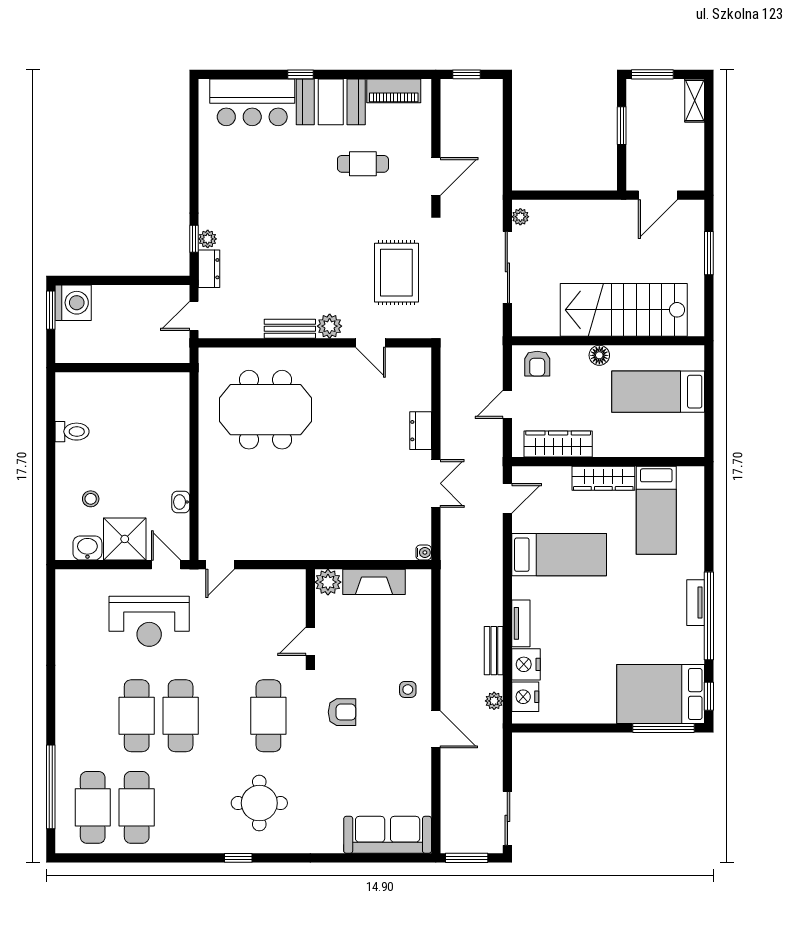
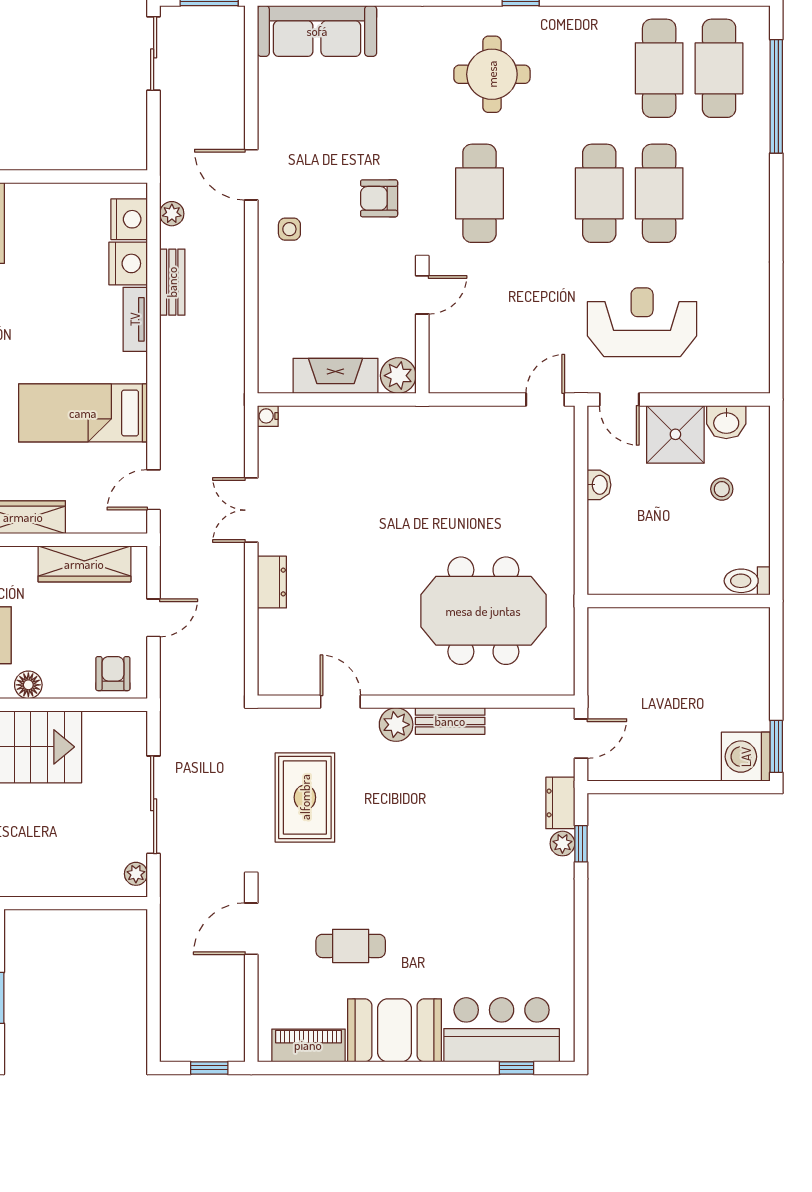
window: (301, 74) -> (516, 1068), moved
wall: (122, 368) -> (679, 601), moved

